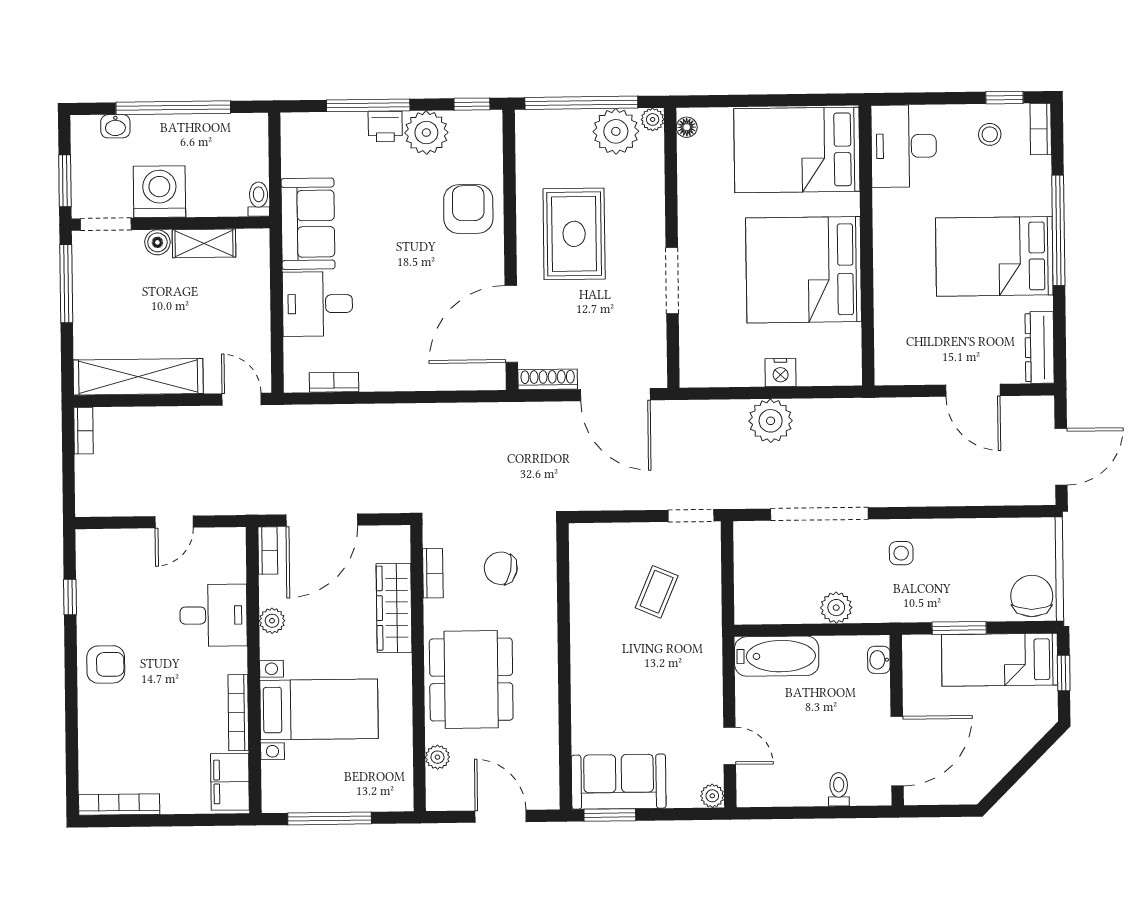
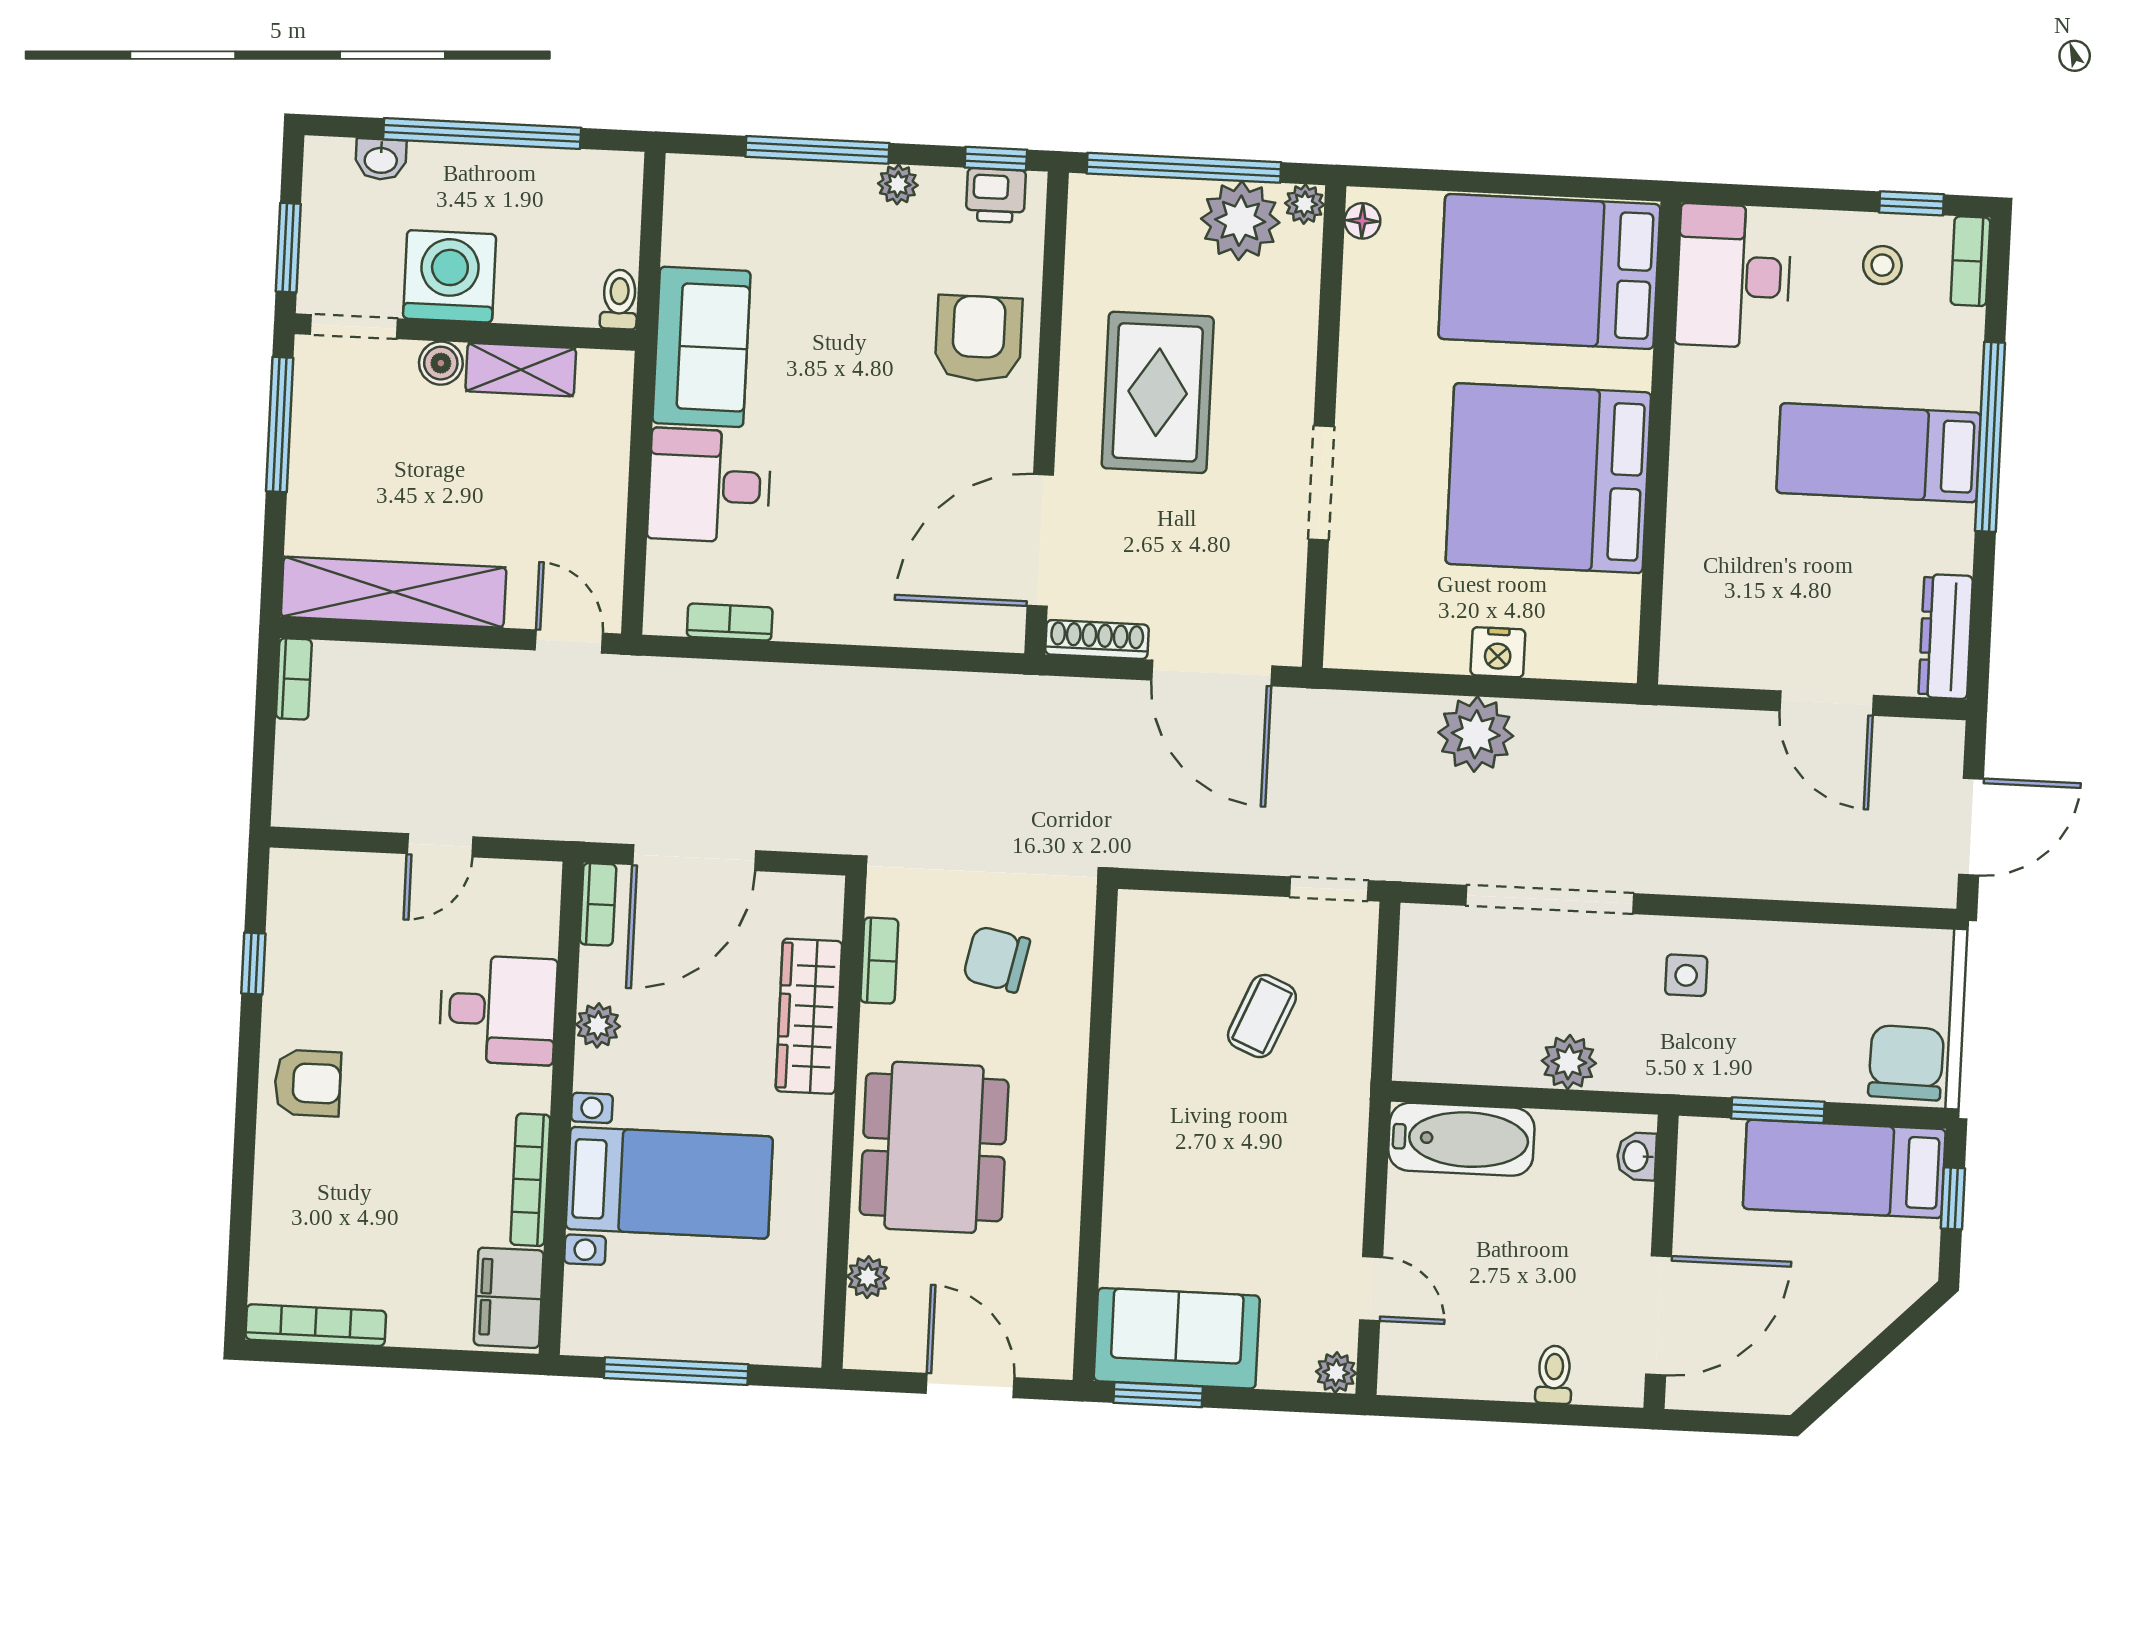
printer: (385, 127) -> (996, 195), moved
plant: (426, 133) -> (898, 184), width x0.53, depth x0.53
bed: (994, 256) -> (1879, 453), width x0.67

